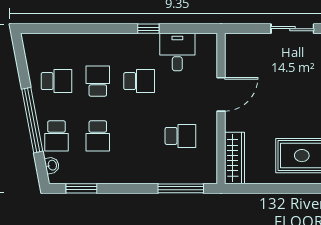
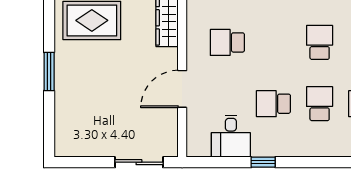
sliding door: (292, 29) -> (139, 162), moved
school desk: (98, 81) -> (320, 104), turned 180

